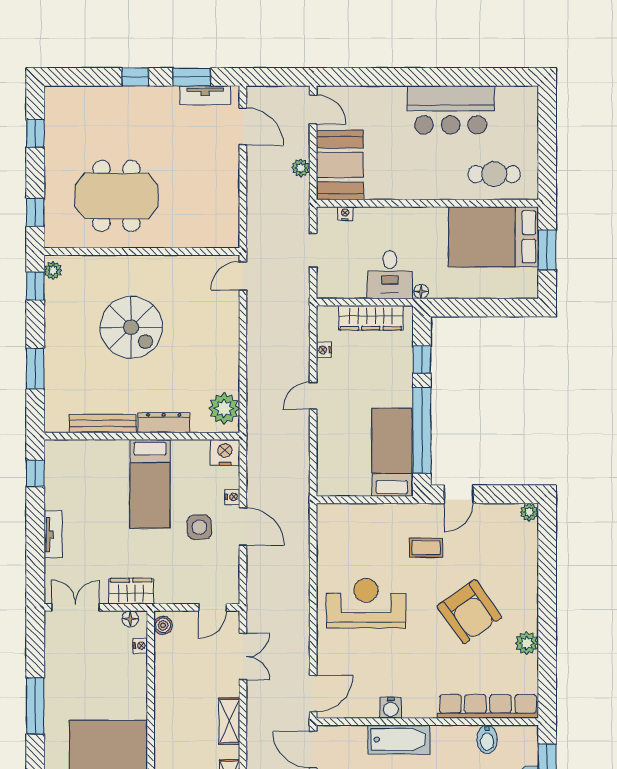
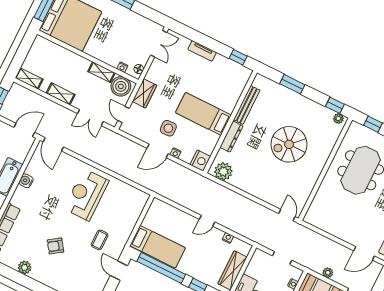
door: (313, 396) -> (207, 221), swing flipped
wardrobe: (131, 591) -> (144, 93), moved
reception desk: (366, 603) -> (86, 195), turned 180
armchair: (469, 612) -> (55, 246), width x0.53, depth x0.53
boiler: (163, 625) -> (121, 86), width x1.86, depth x1.86
shelving: (164, 674) -> (102, 72), added

